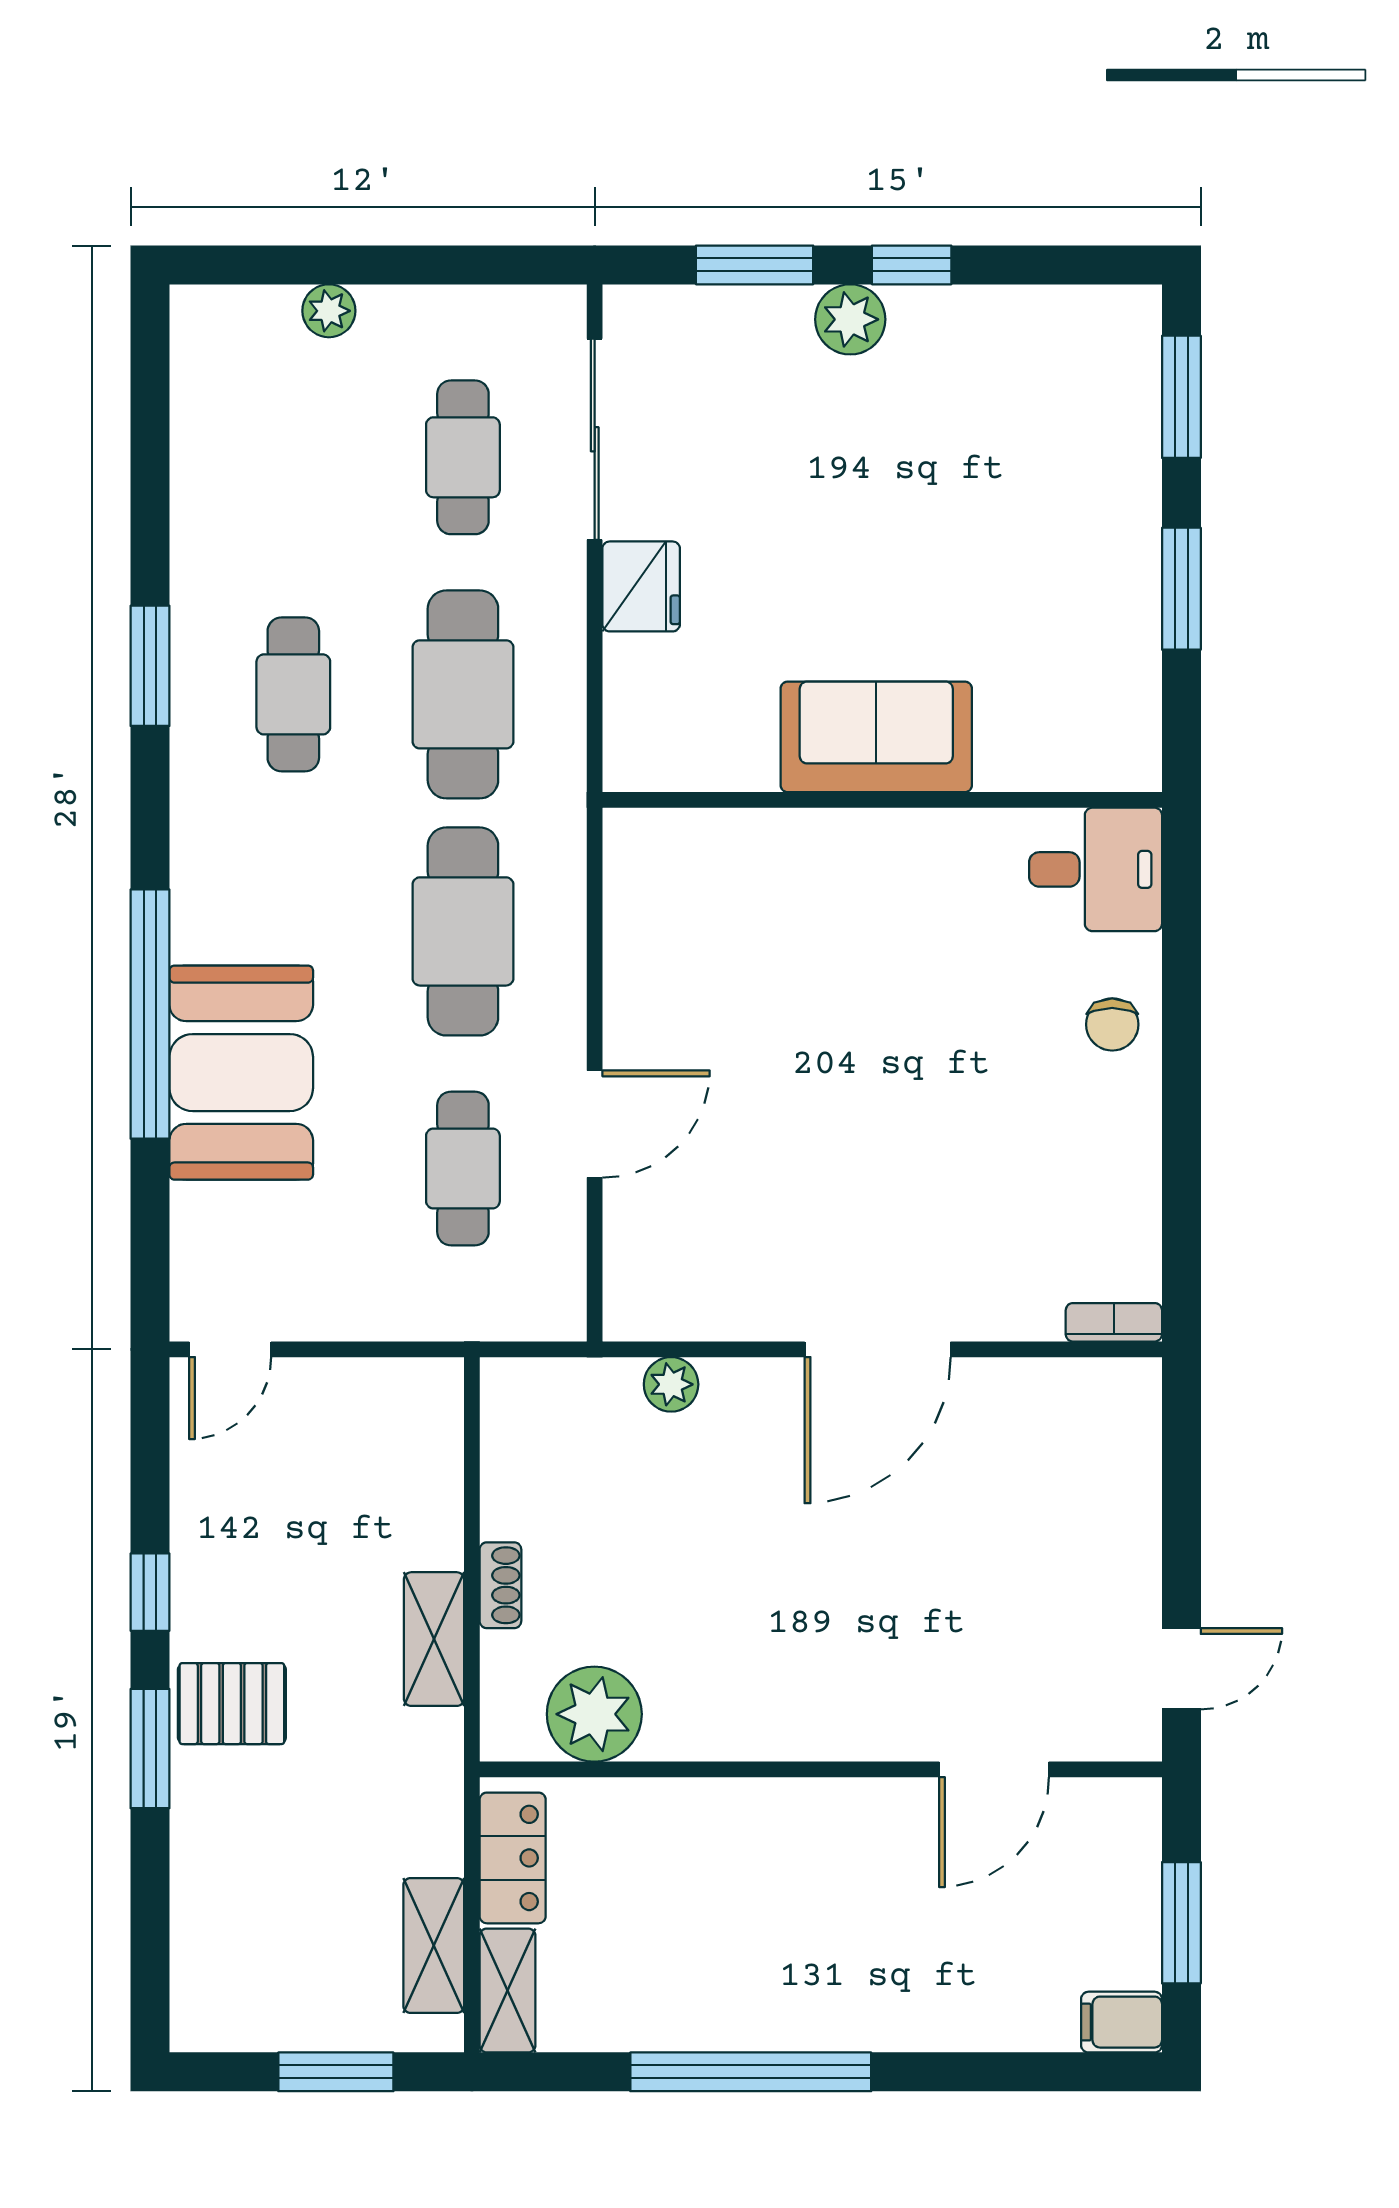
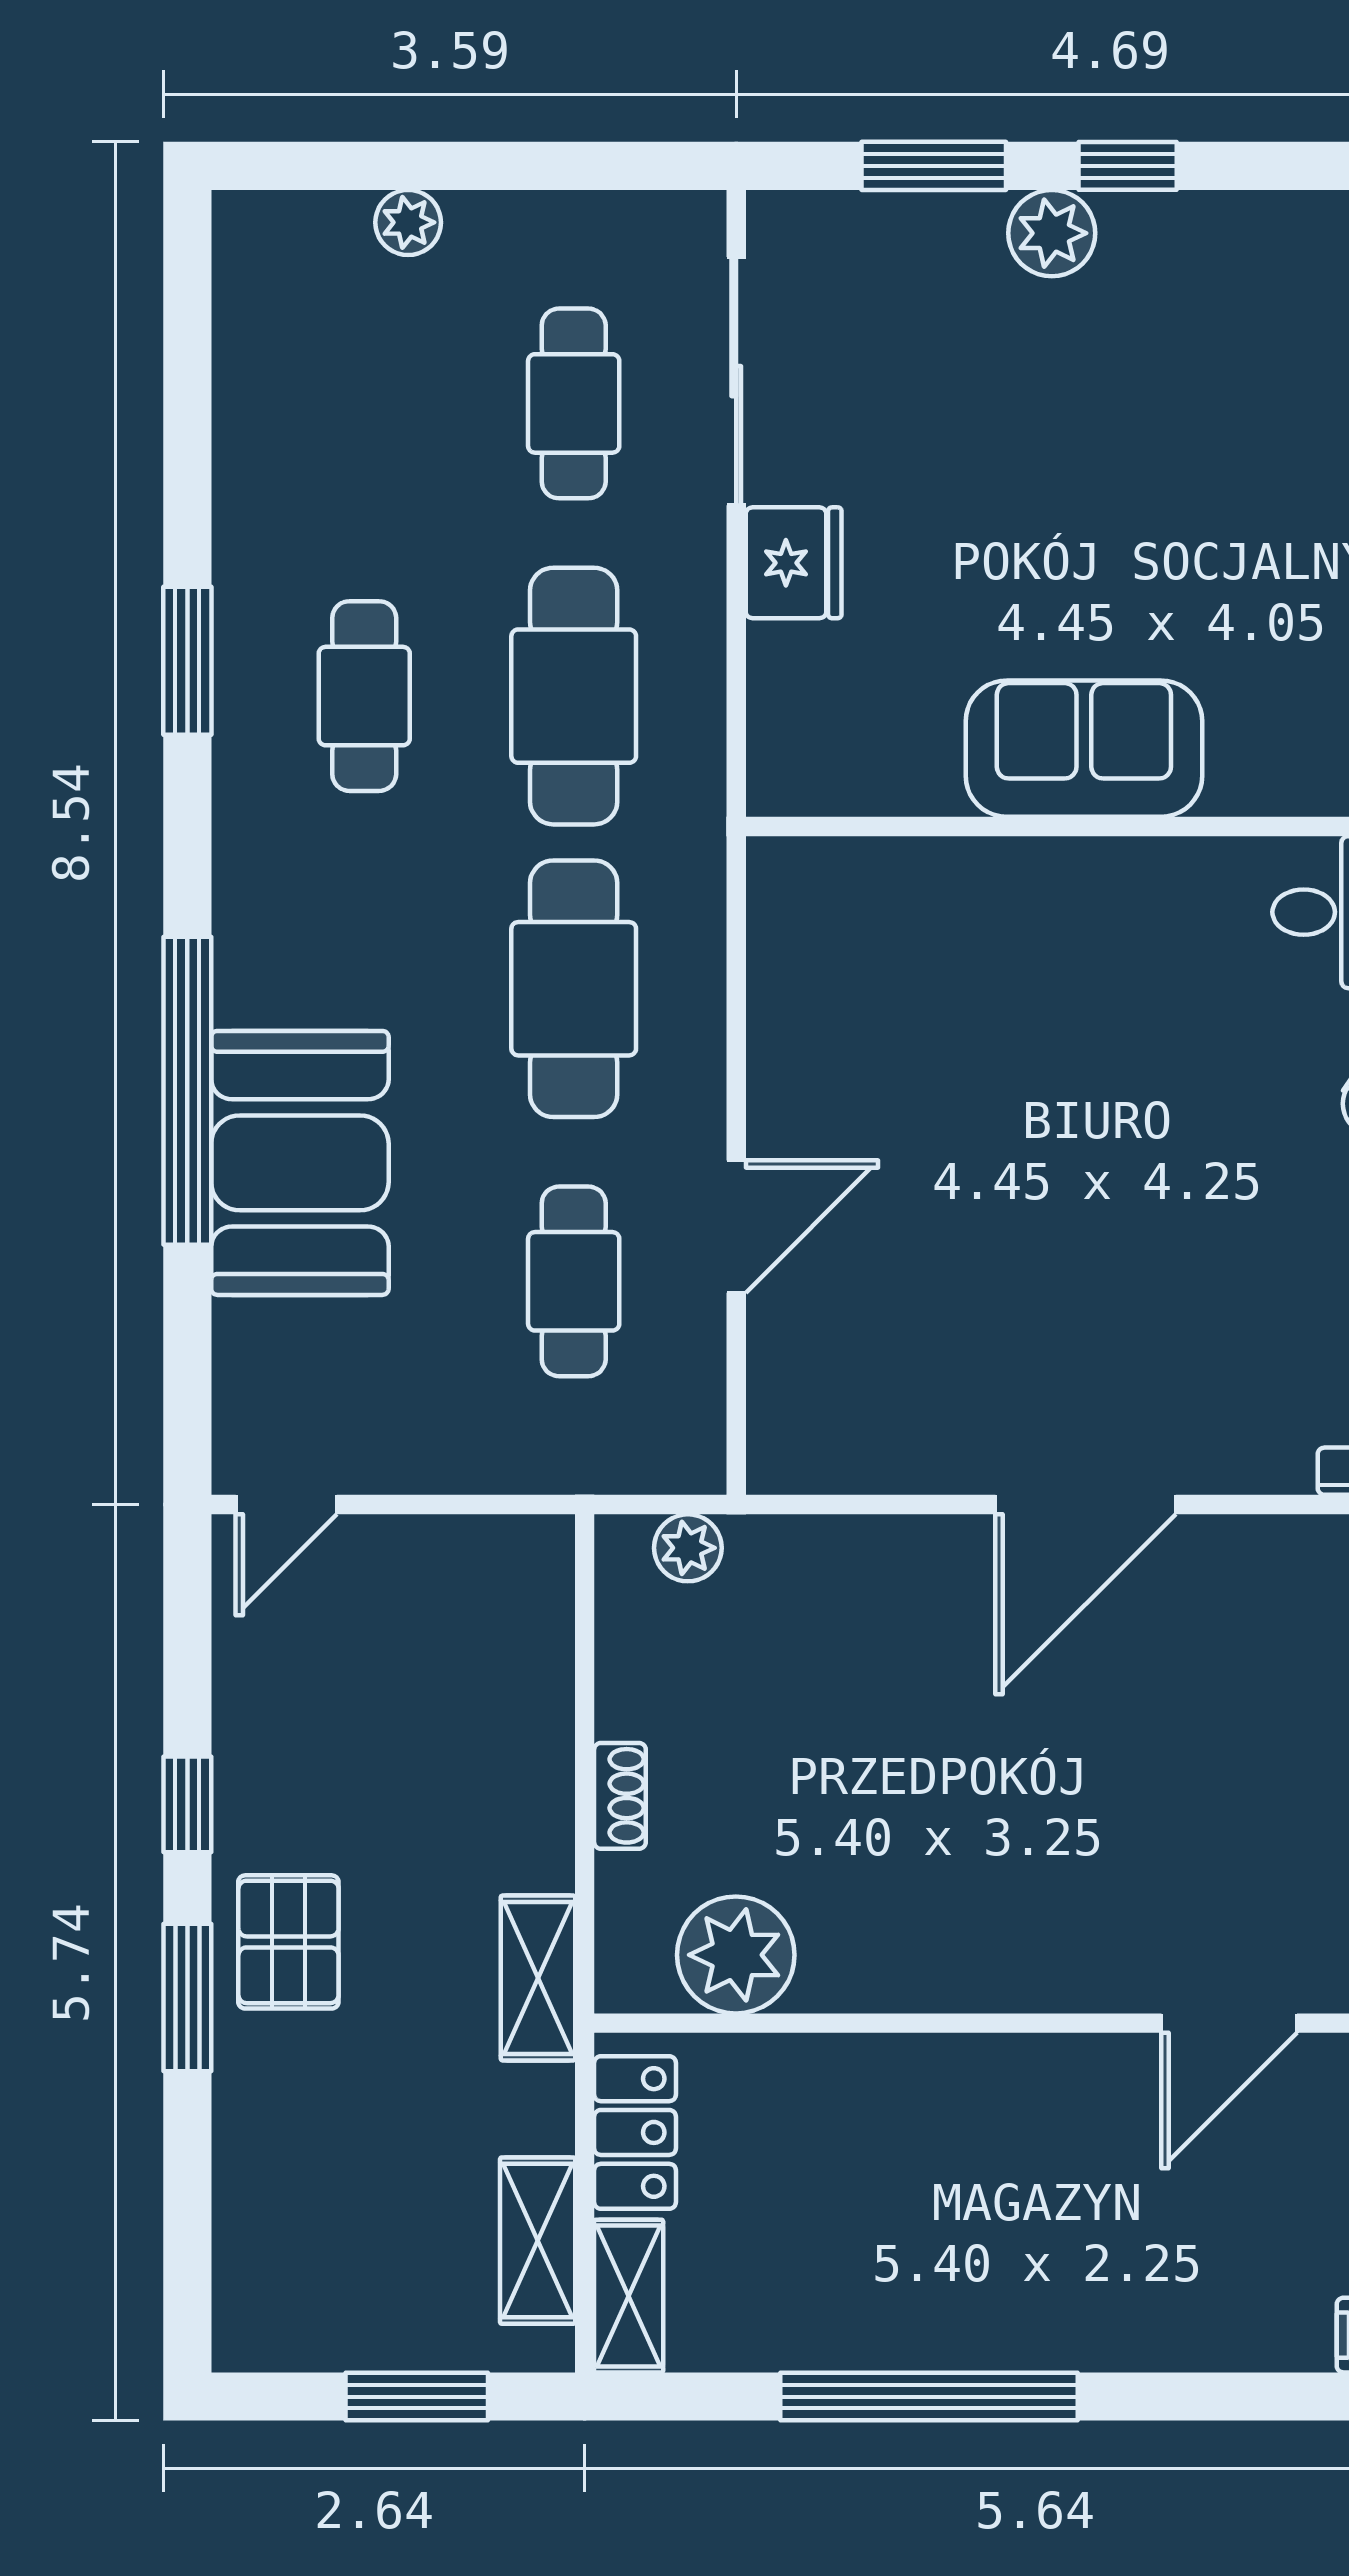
plant: (671, 1384) -> (688, 1548), moved
shelving: (434, 1639) -> (538, 1978), moved
pallet: (232, 1704) -> (288, 1942), turned 90

